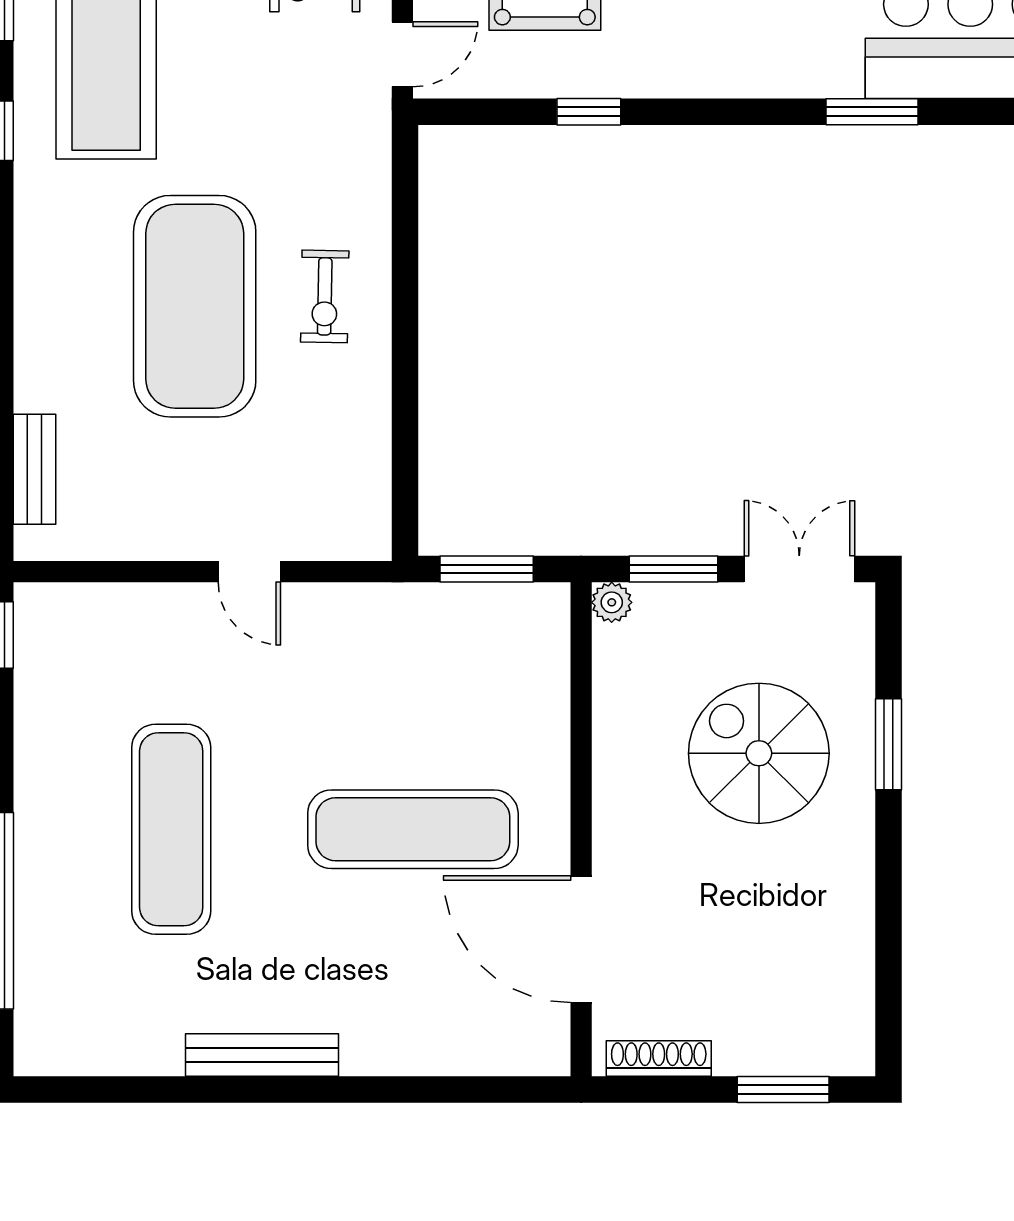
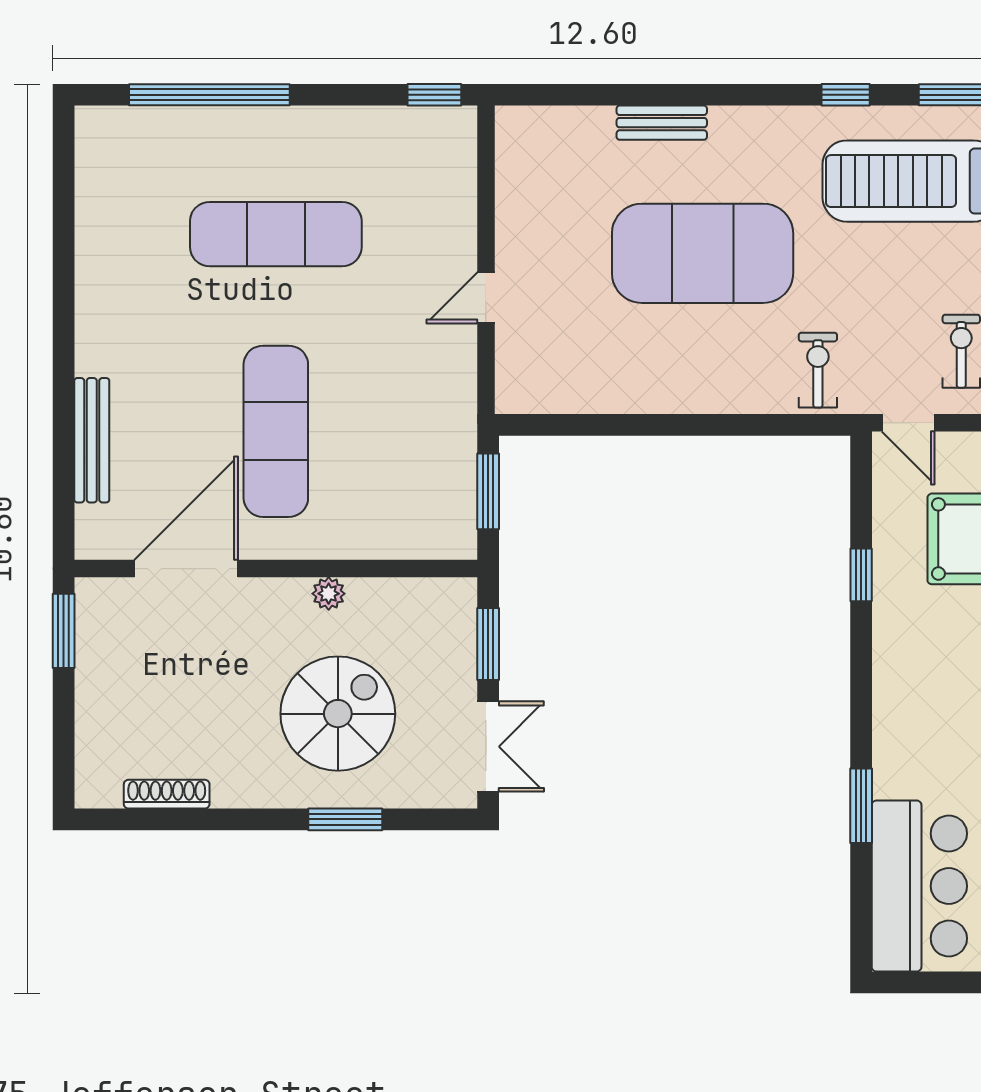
exercise bike: (325, 296) -> (818, 370), moved, turned 89
bench: (35, 469) -> (662, 123), moved
plant: (612, 602) -> (329, 594), moved
bench: (262, 1055) -> (92, 440), moved
shoe rack: (659, 1058) -> (167, 794), moved, turned -90
window: (783, 1089) -> (64, 631), moved

